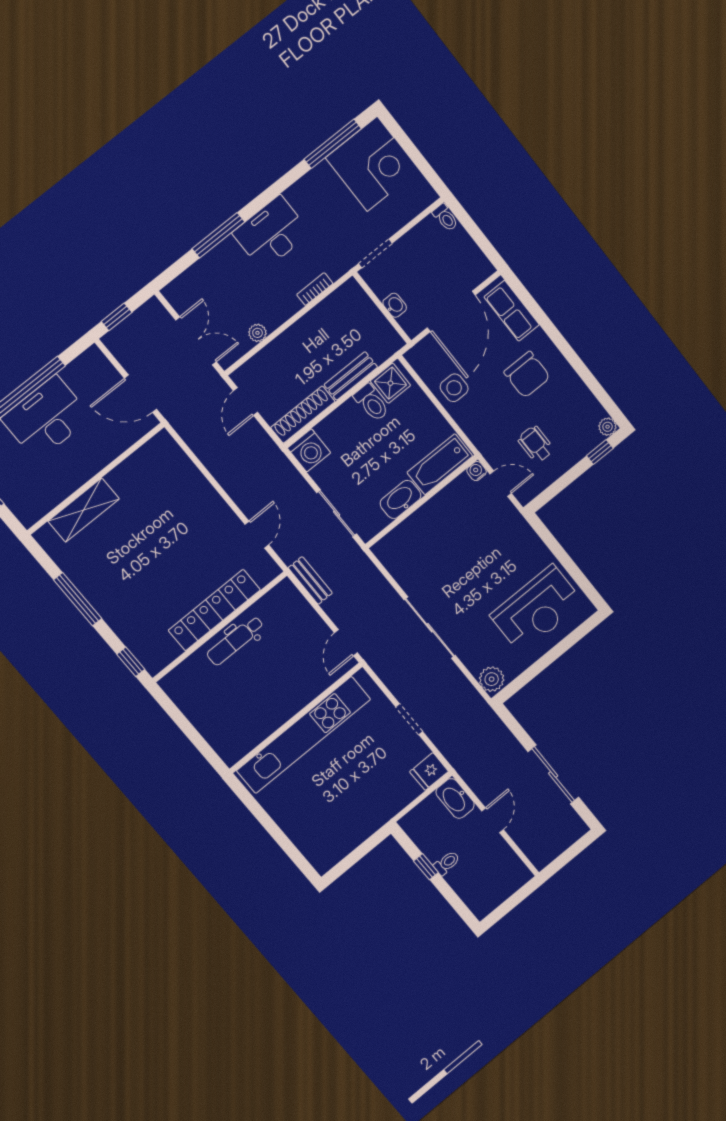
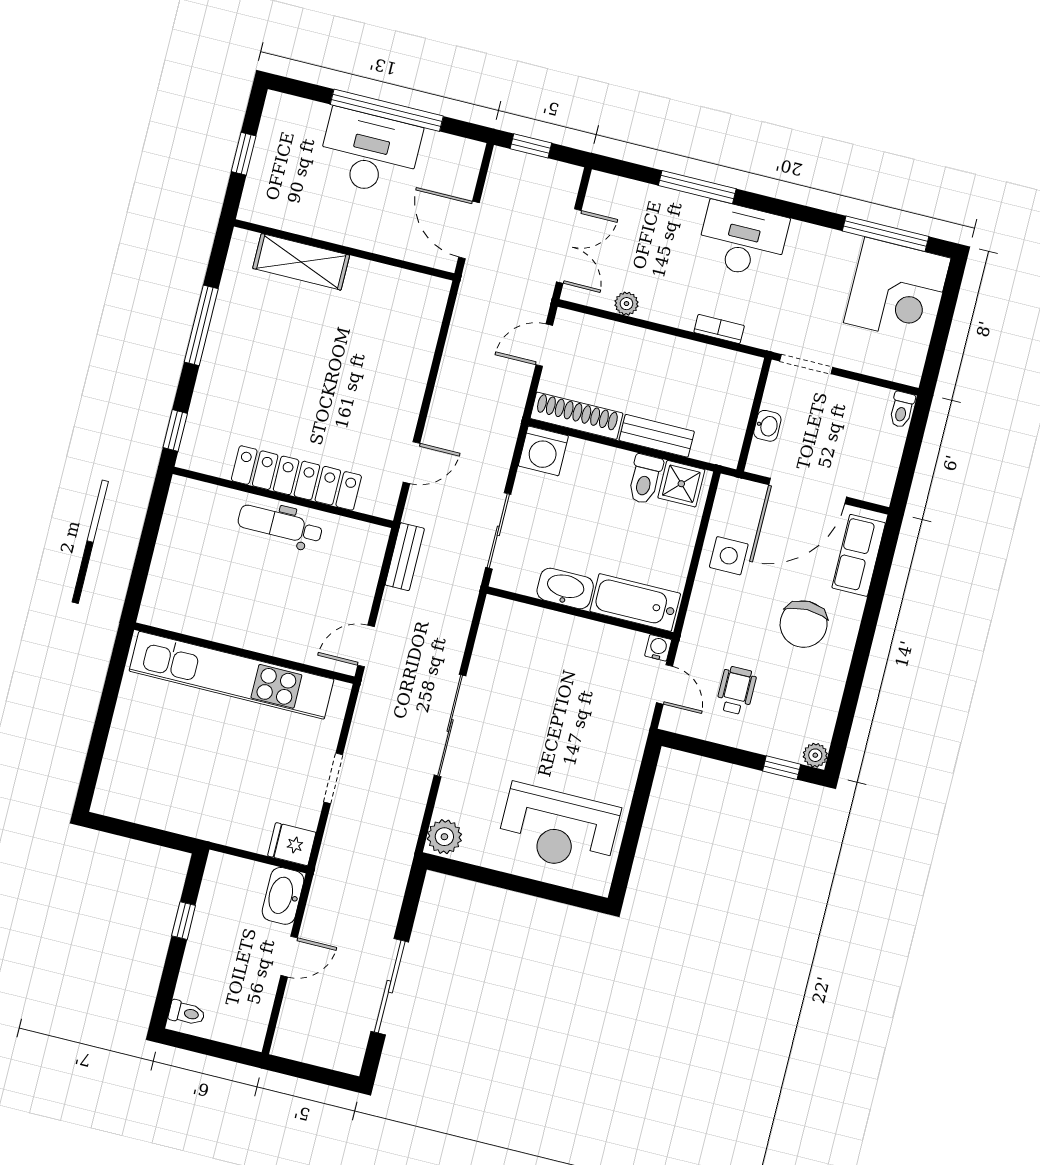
toilet: (447, 863) -> (187, 1013), moved

